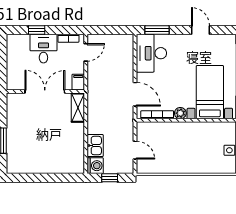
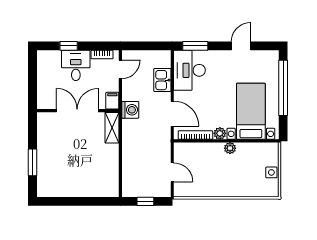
door: (200, 30) -> (241, 46), hinge flipped
plant: (190, 127) -> (230, 148), added
kitchen sink: (95, 146) -> (162, 80), moved, turned 180
washing machine: (95, 166) -> (130, 110), moved

